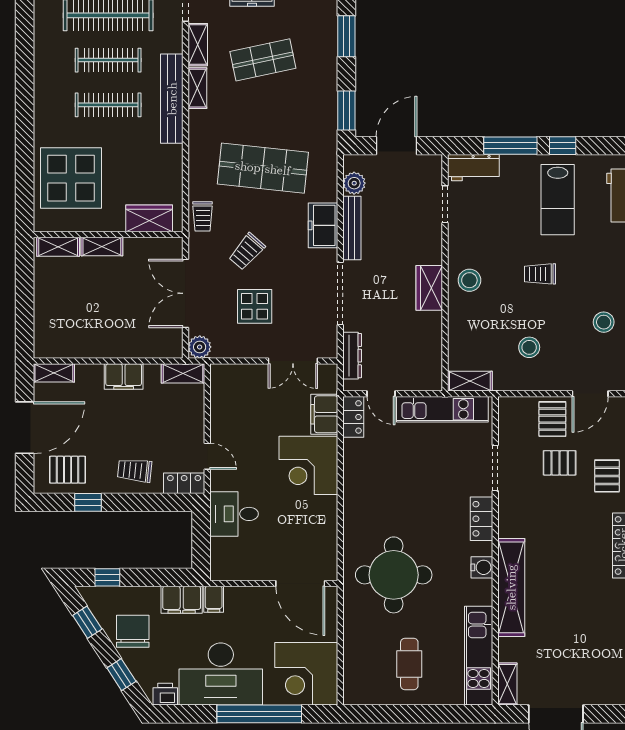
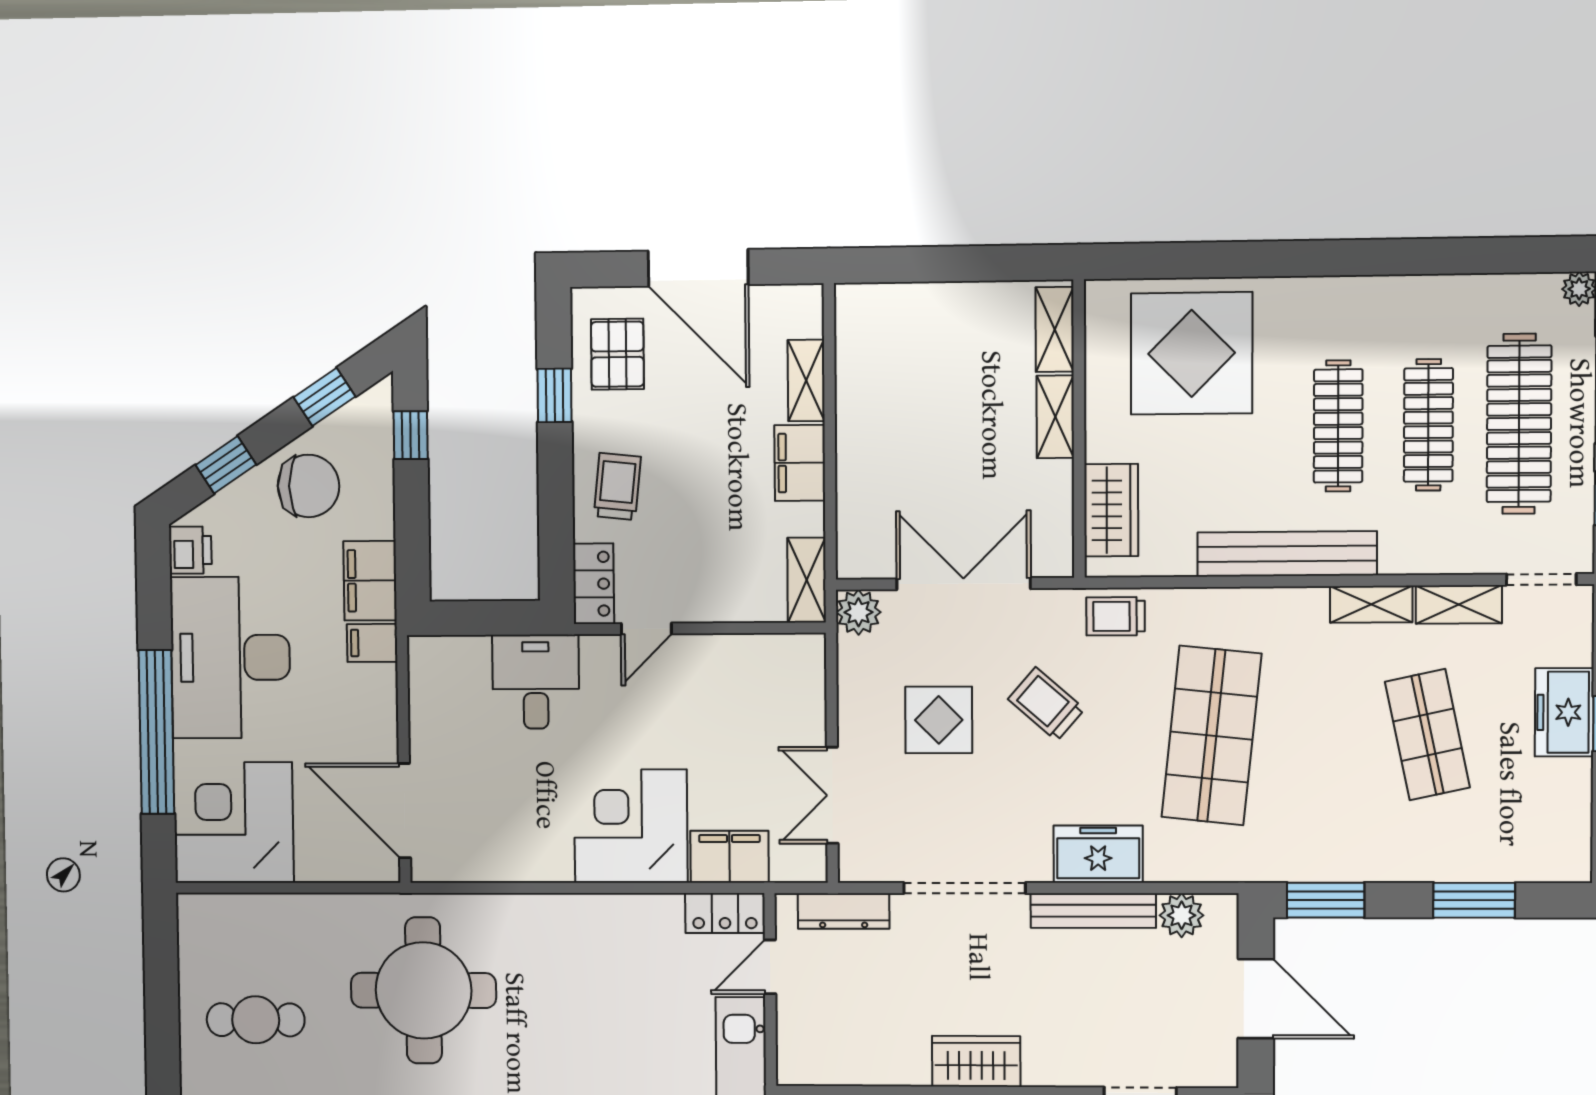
bench: (172, 99) -> (1287, 554), moved
shelving: (54, 373) -> (806, 380), moved
door: (300, 584) -> (404, 811), hinge flipped

